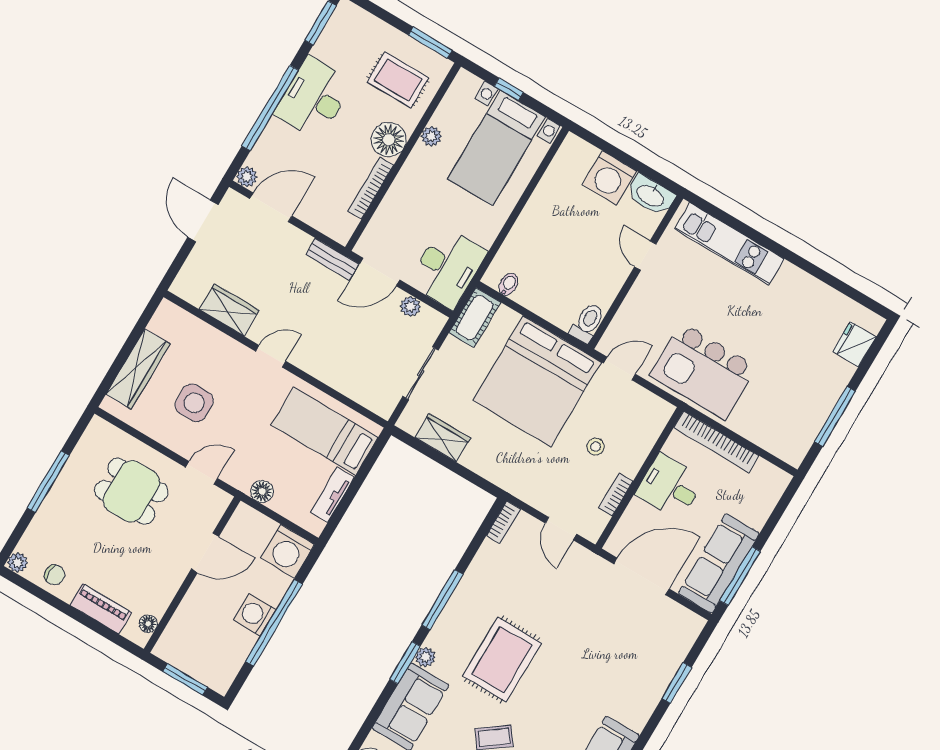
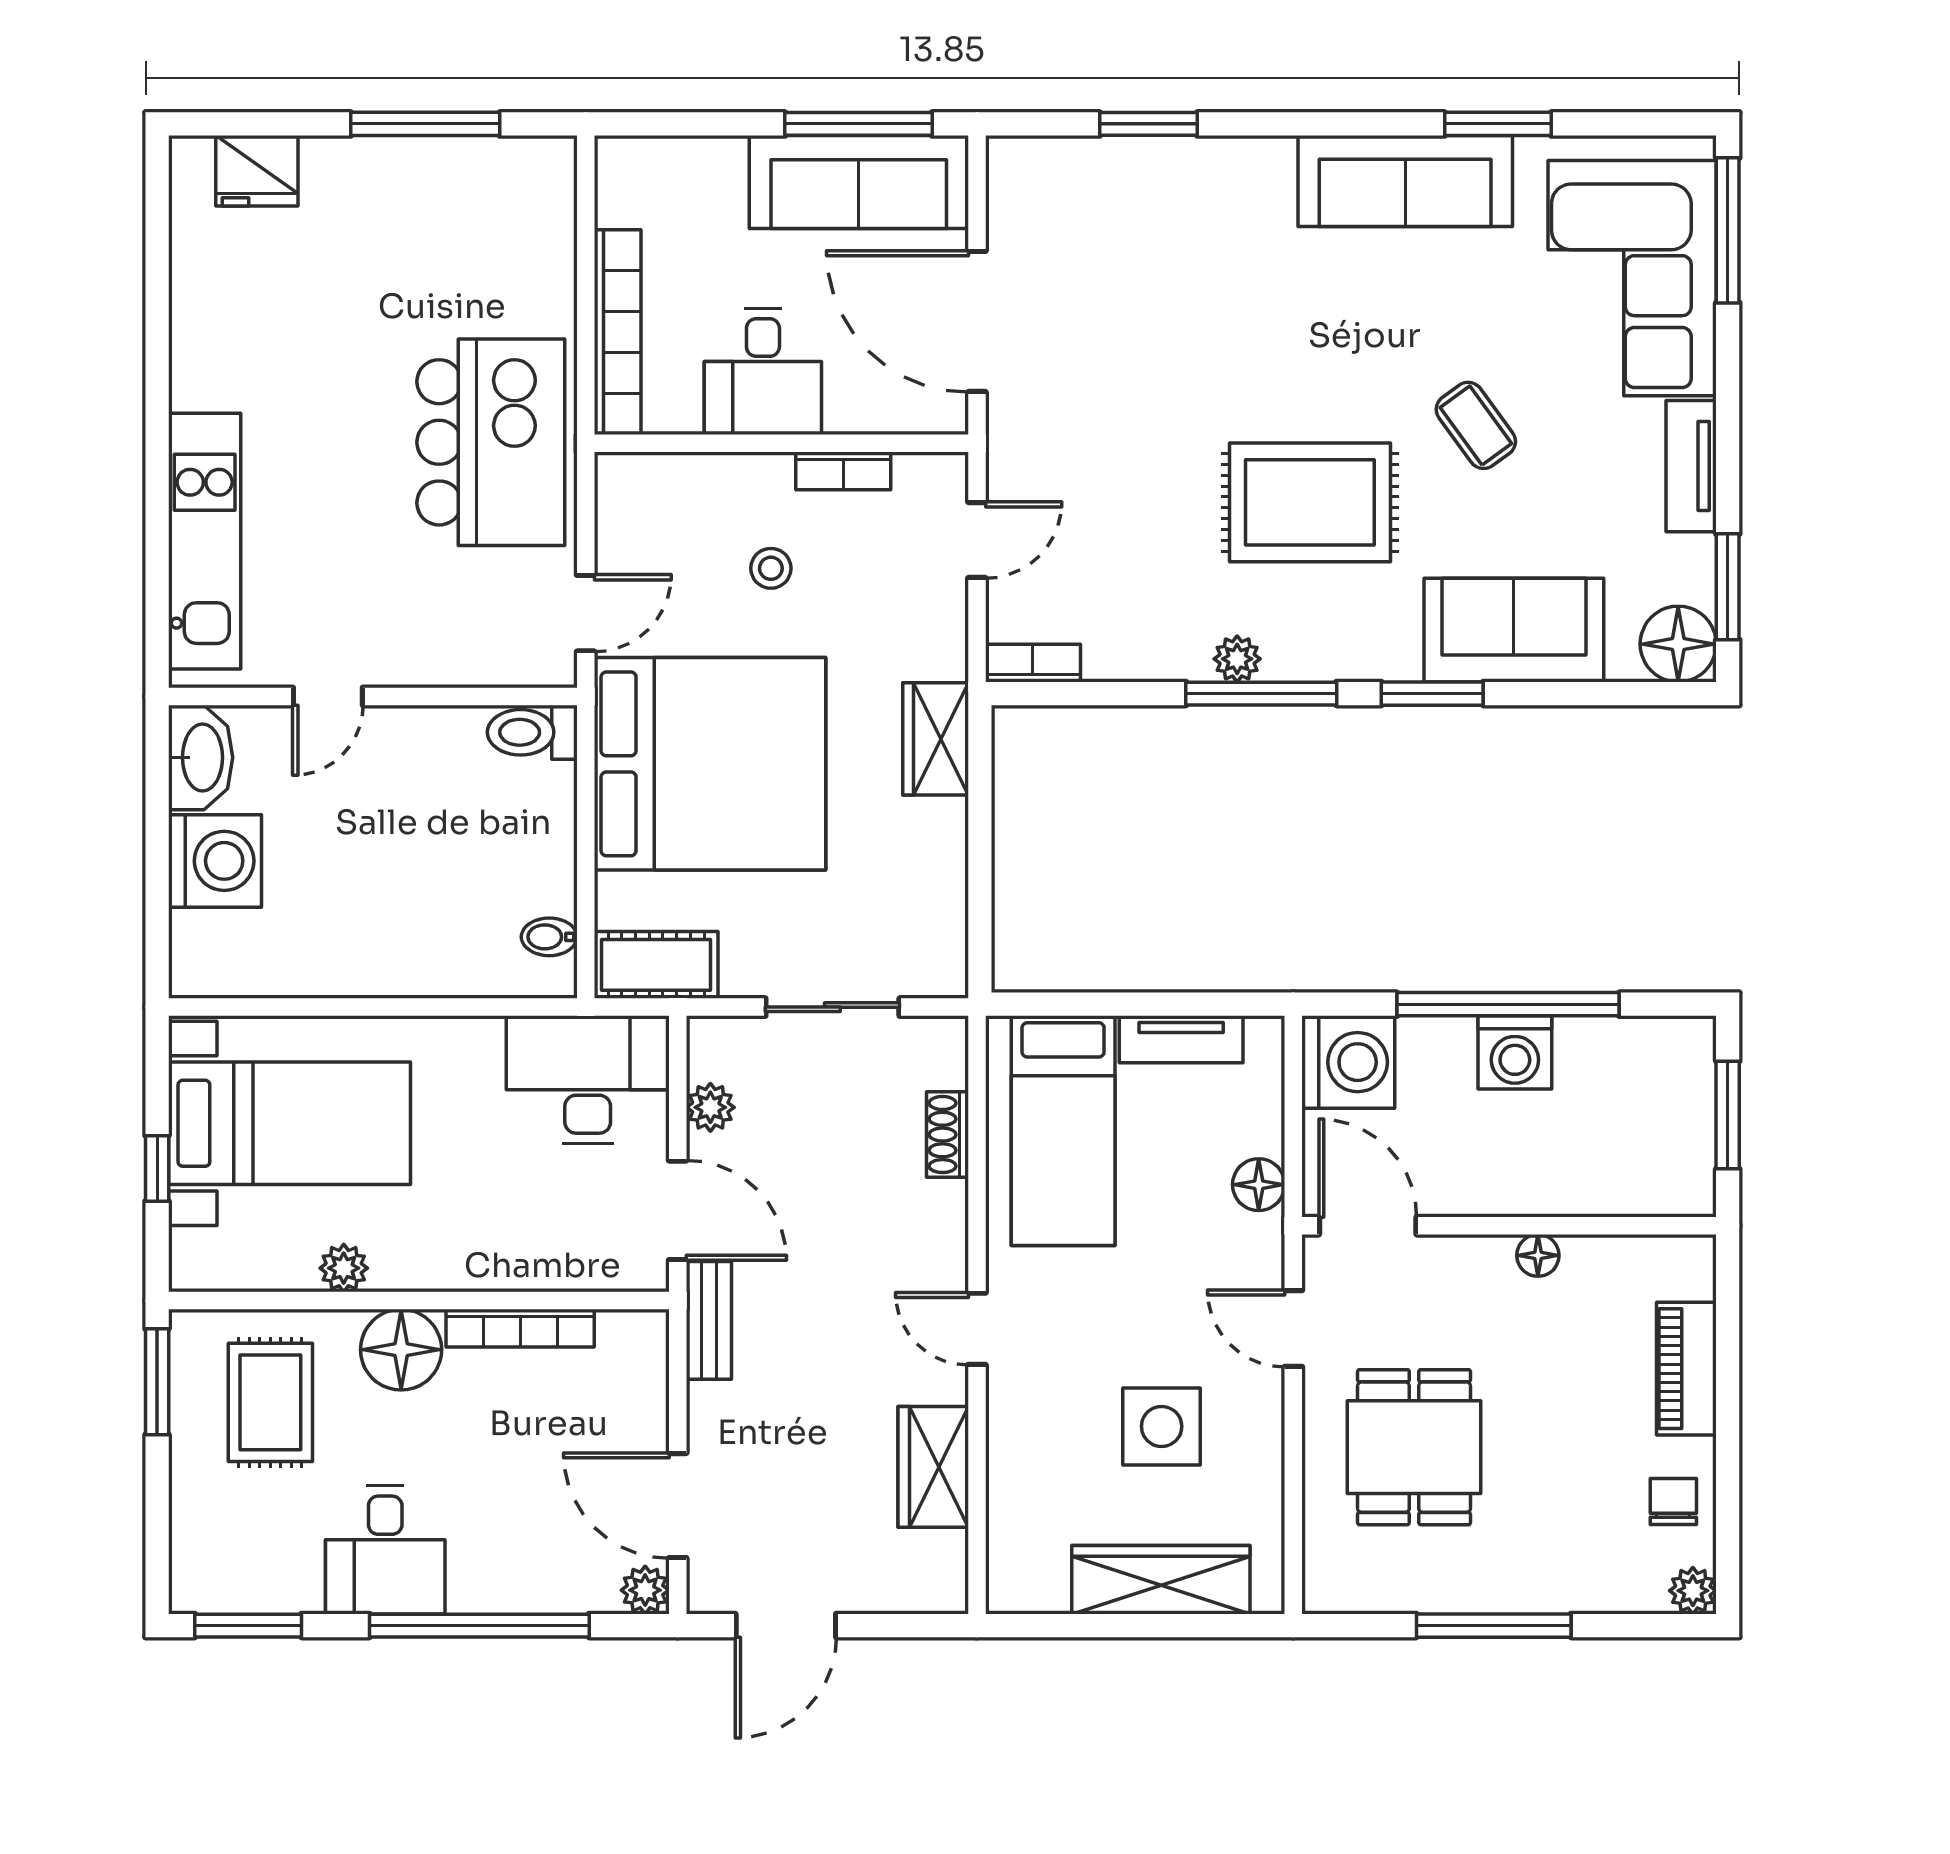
desk: (314, 98) -> (385, 1550), width x0.73
door: (620, 369) -> (586, 613), swing flipped
shoe rack: (349, 388) -> (947, 1135), added
wardrobe: (443, 438) -> (936, 739), moved
door: (205, 553) -> (1368, 1226), moved
floor lamp: (148, 624) -> (1538, 1255), moved
plant: (426, 657) -> (1237, 659), moved

